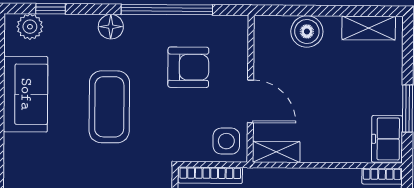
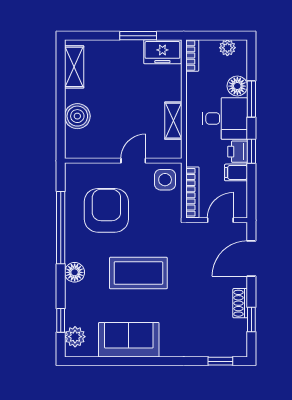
armchair: (188, 67) -> (106, 210), width x1.36, depth x1.36
door: (250, 101) -> (133, 161), width x0.73
shelving: (276, 152) -> (173, 121), moved

